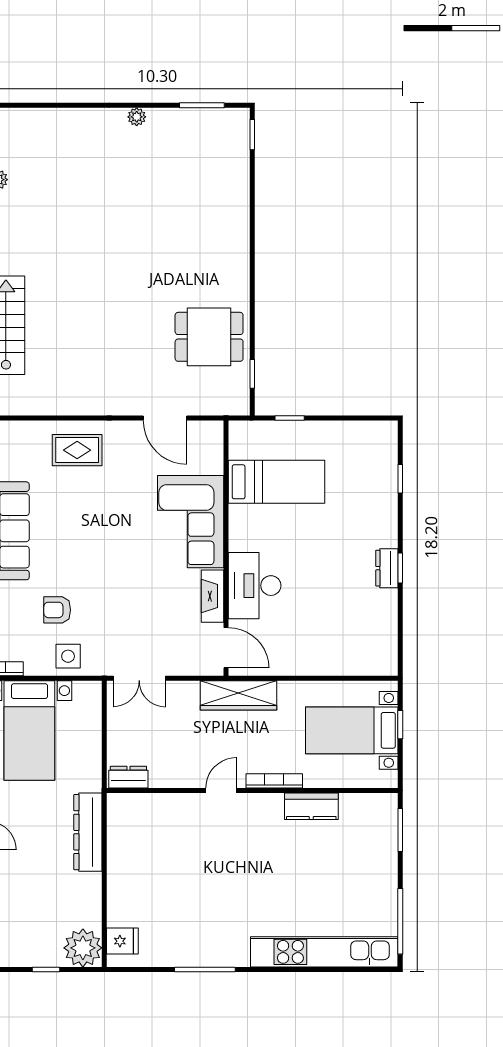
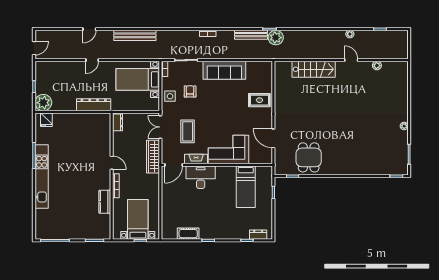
door: (165, 418) -> (273, 138), hinge flipped
rug: (77, 450) -> (259, 100), turned 90
dresser: (387, 568) -> (258, 235), moved
cot: (385, 614) -> (188, 234), added
coffee table: (149, 616) -> (188, 131), added
wardrobe: (239, 695) -> (153, 157), moved
kitchen unit: (324, 952) -> (42, 176), moved

